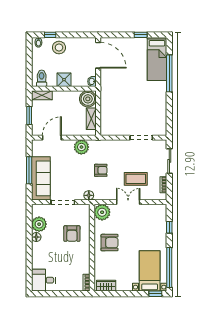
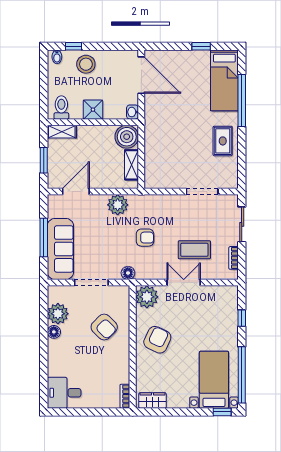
rug: (156, 102) -> (223, 141), added
armchair: (72, 234) -> (104, 327), turned -45
armchair: (110, 243) -> (157, 340), turned -65

